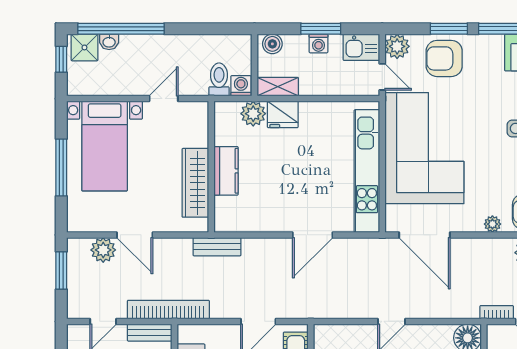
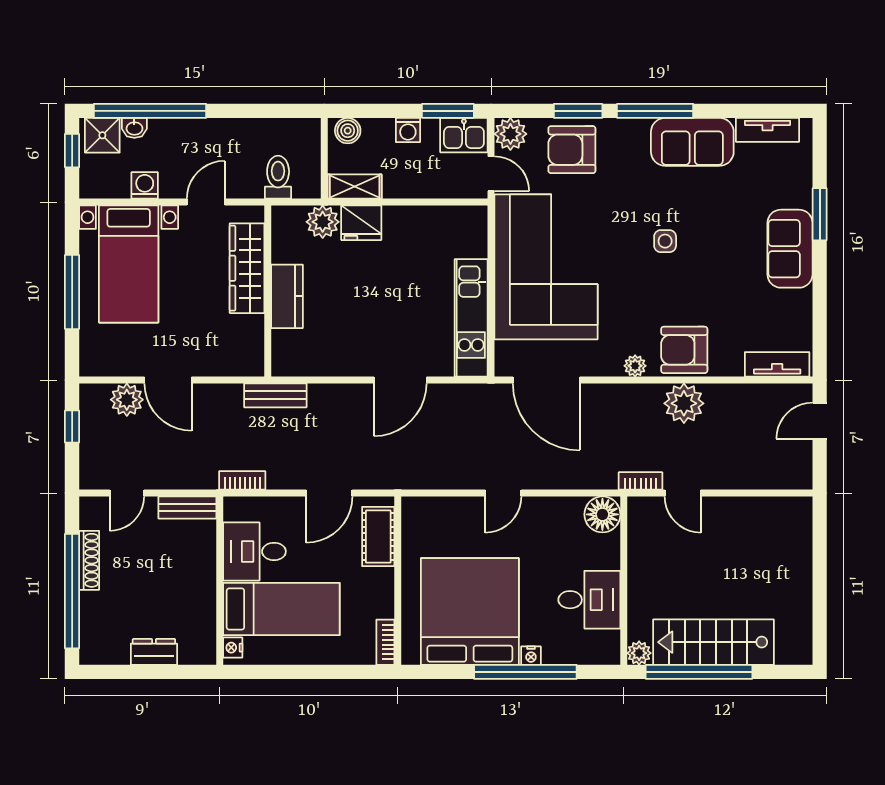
window: (321, 29) -> (448, 111), moved
washing machine: (241, 86) -> (145, 185), moved
kitchen unit: (367, 171) -> (471, 318), width x0.73
wardrobe: (195, 183) -> (247, 268), moved
window: (61, 271) -> (72, 427), width x0.67
bookcase: (168, 310) -> (242, 480), width x0.43, depth x0.76

